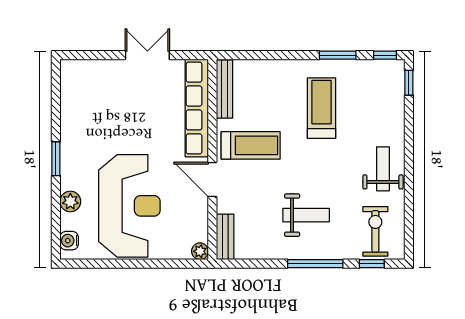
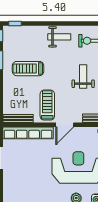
weight bench: (383, 169) -> (59, 37), turned 180

